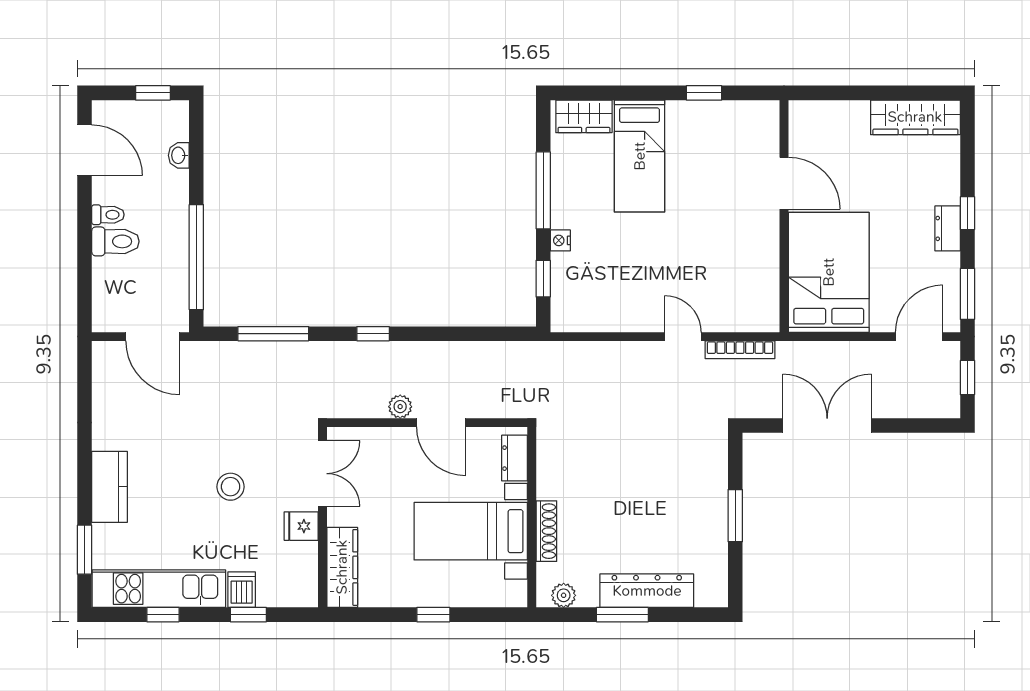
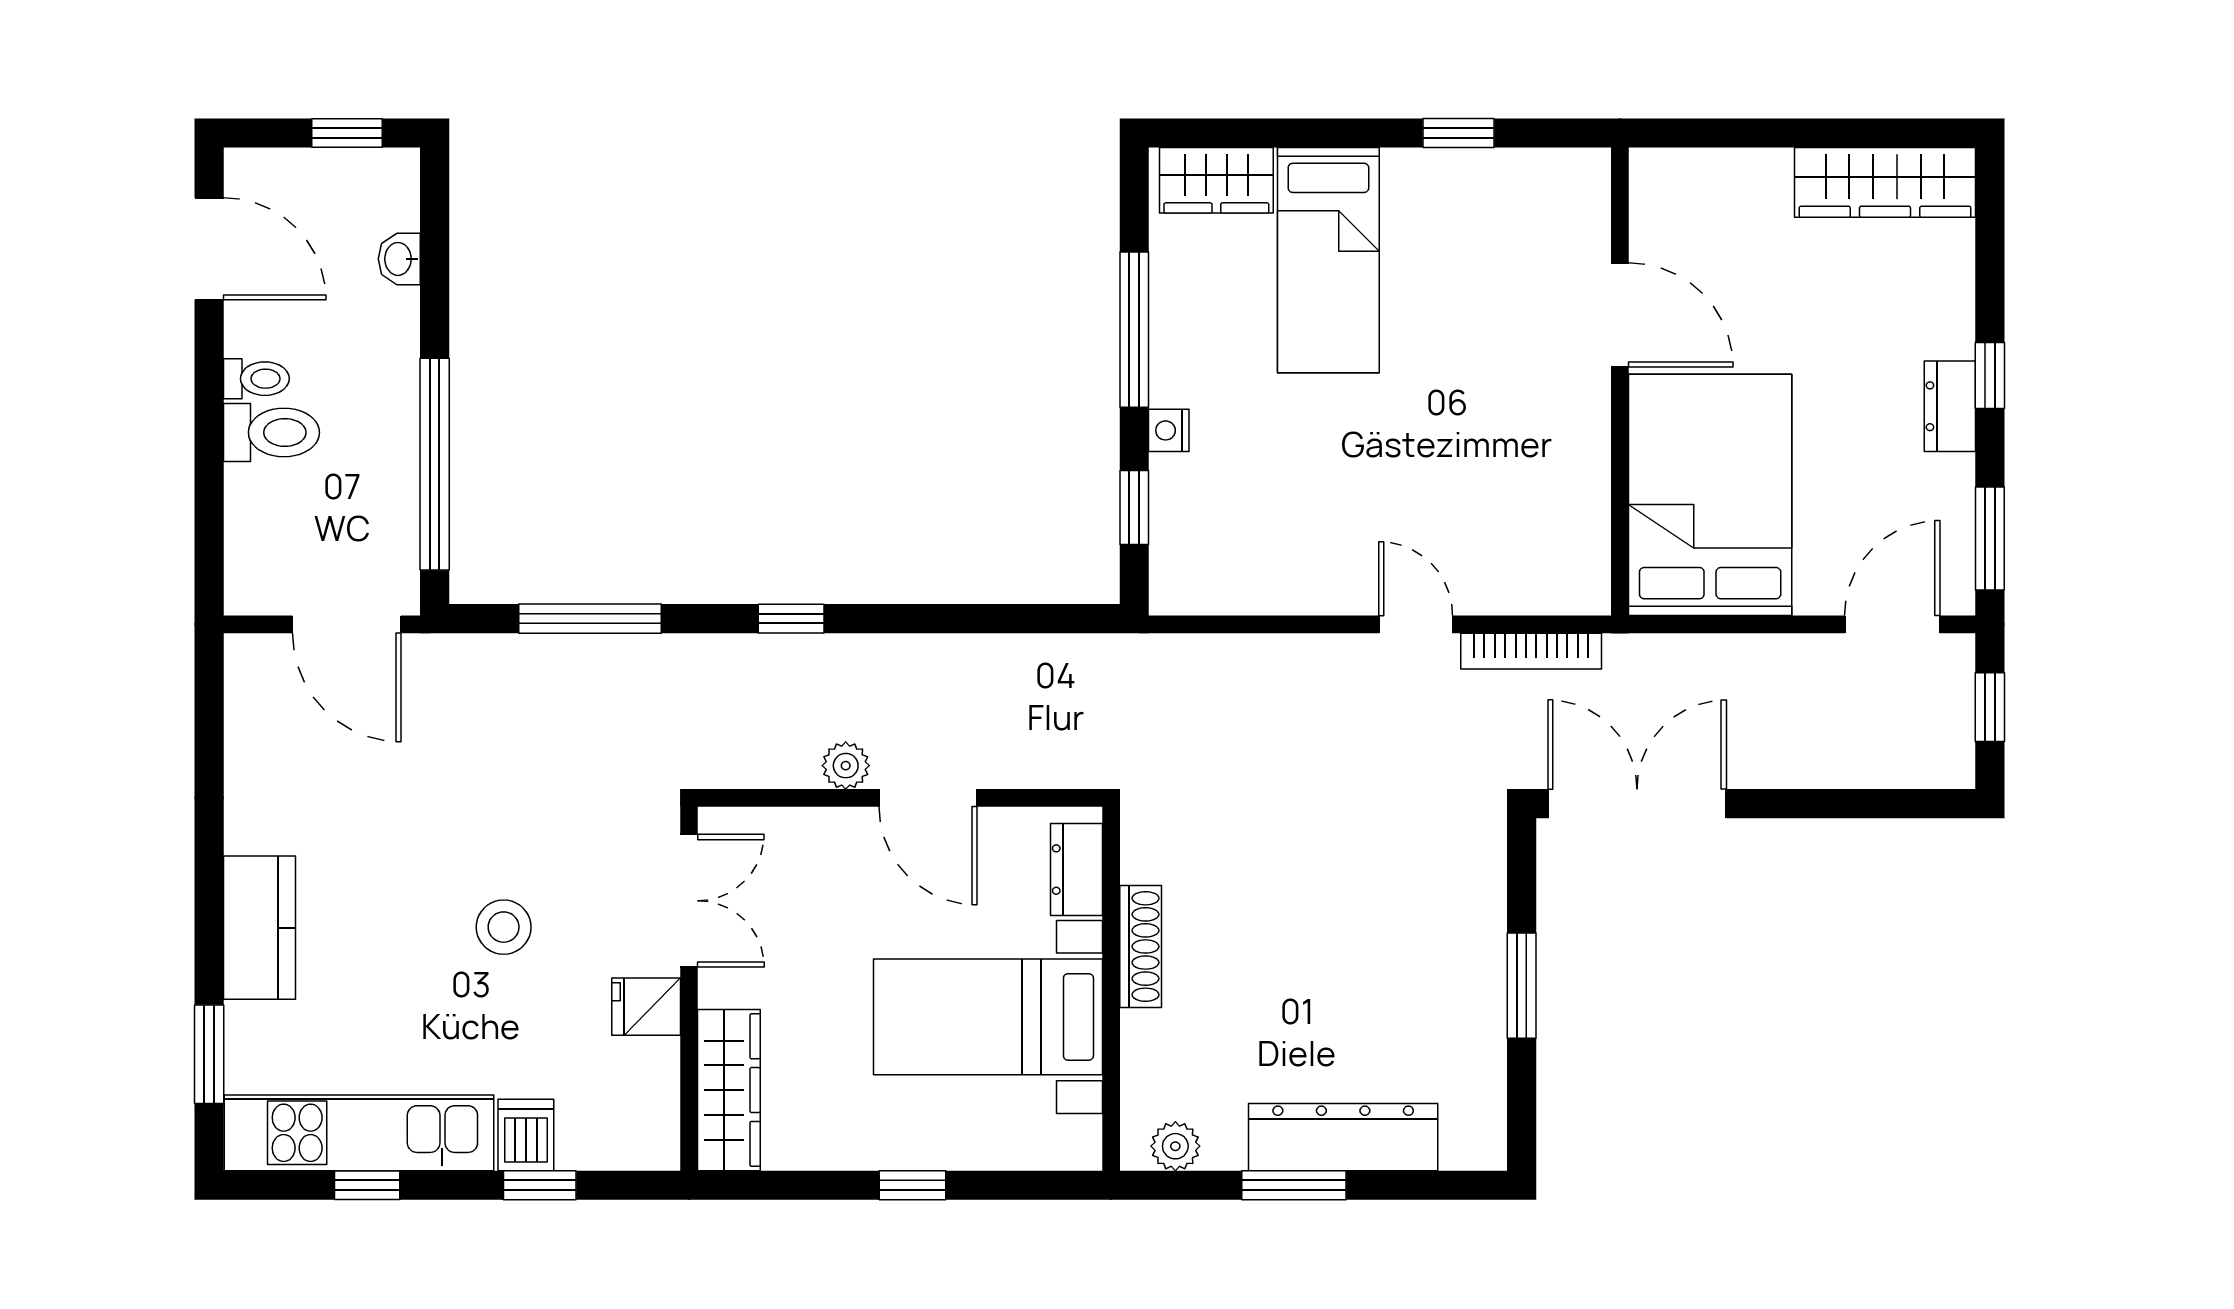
double door: (827, 425) -> (1637, 804), moved
shoe rack: (546, 531) -> (1141, 946), moved

